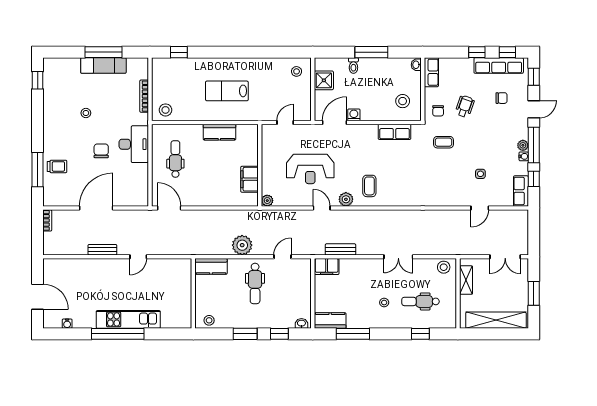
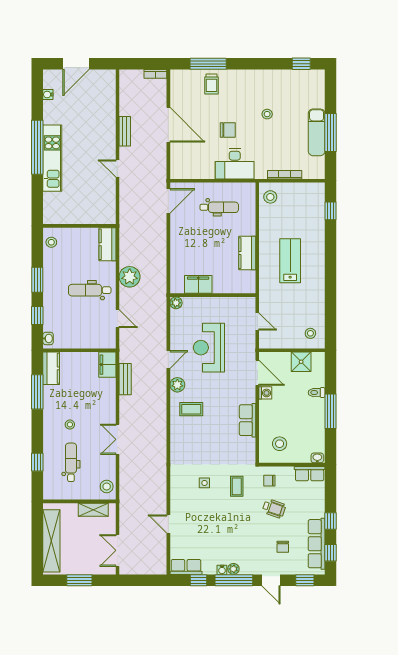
row of seats: (395, 132) -> (248, 420), moved
side table: (480, 174) -> (204, 483), moved

